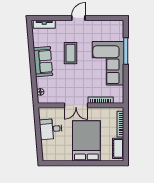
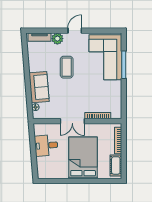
plant: (62, 26) -> (57, 39), added
sofa: (43, 62) -> (39, 87), moved
corner sofa: (108, 63) -> (105, 57), moved

